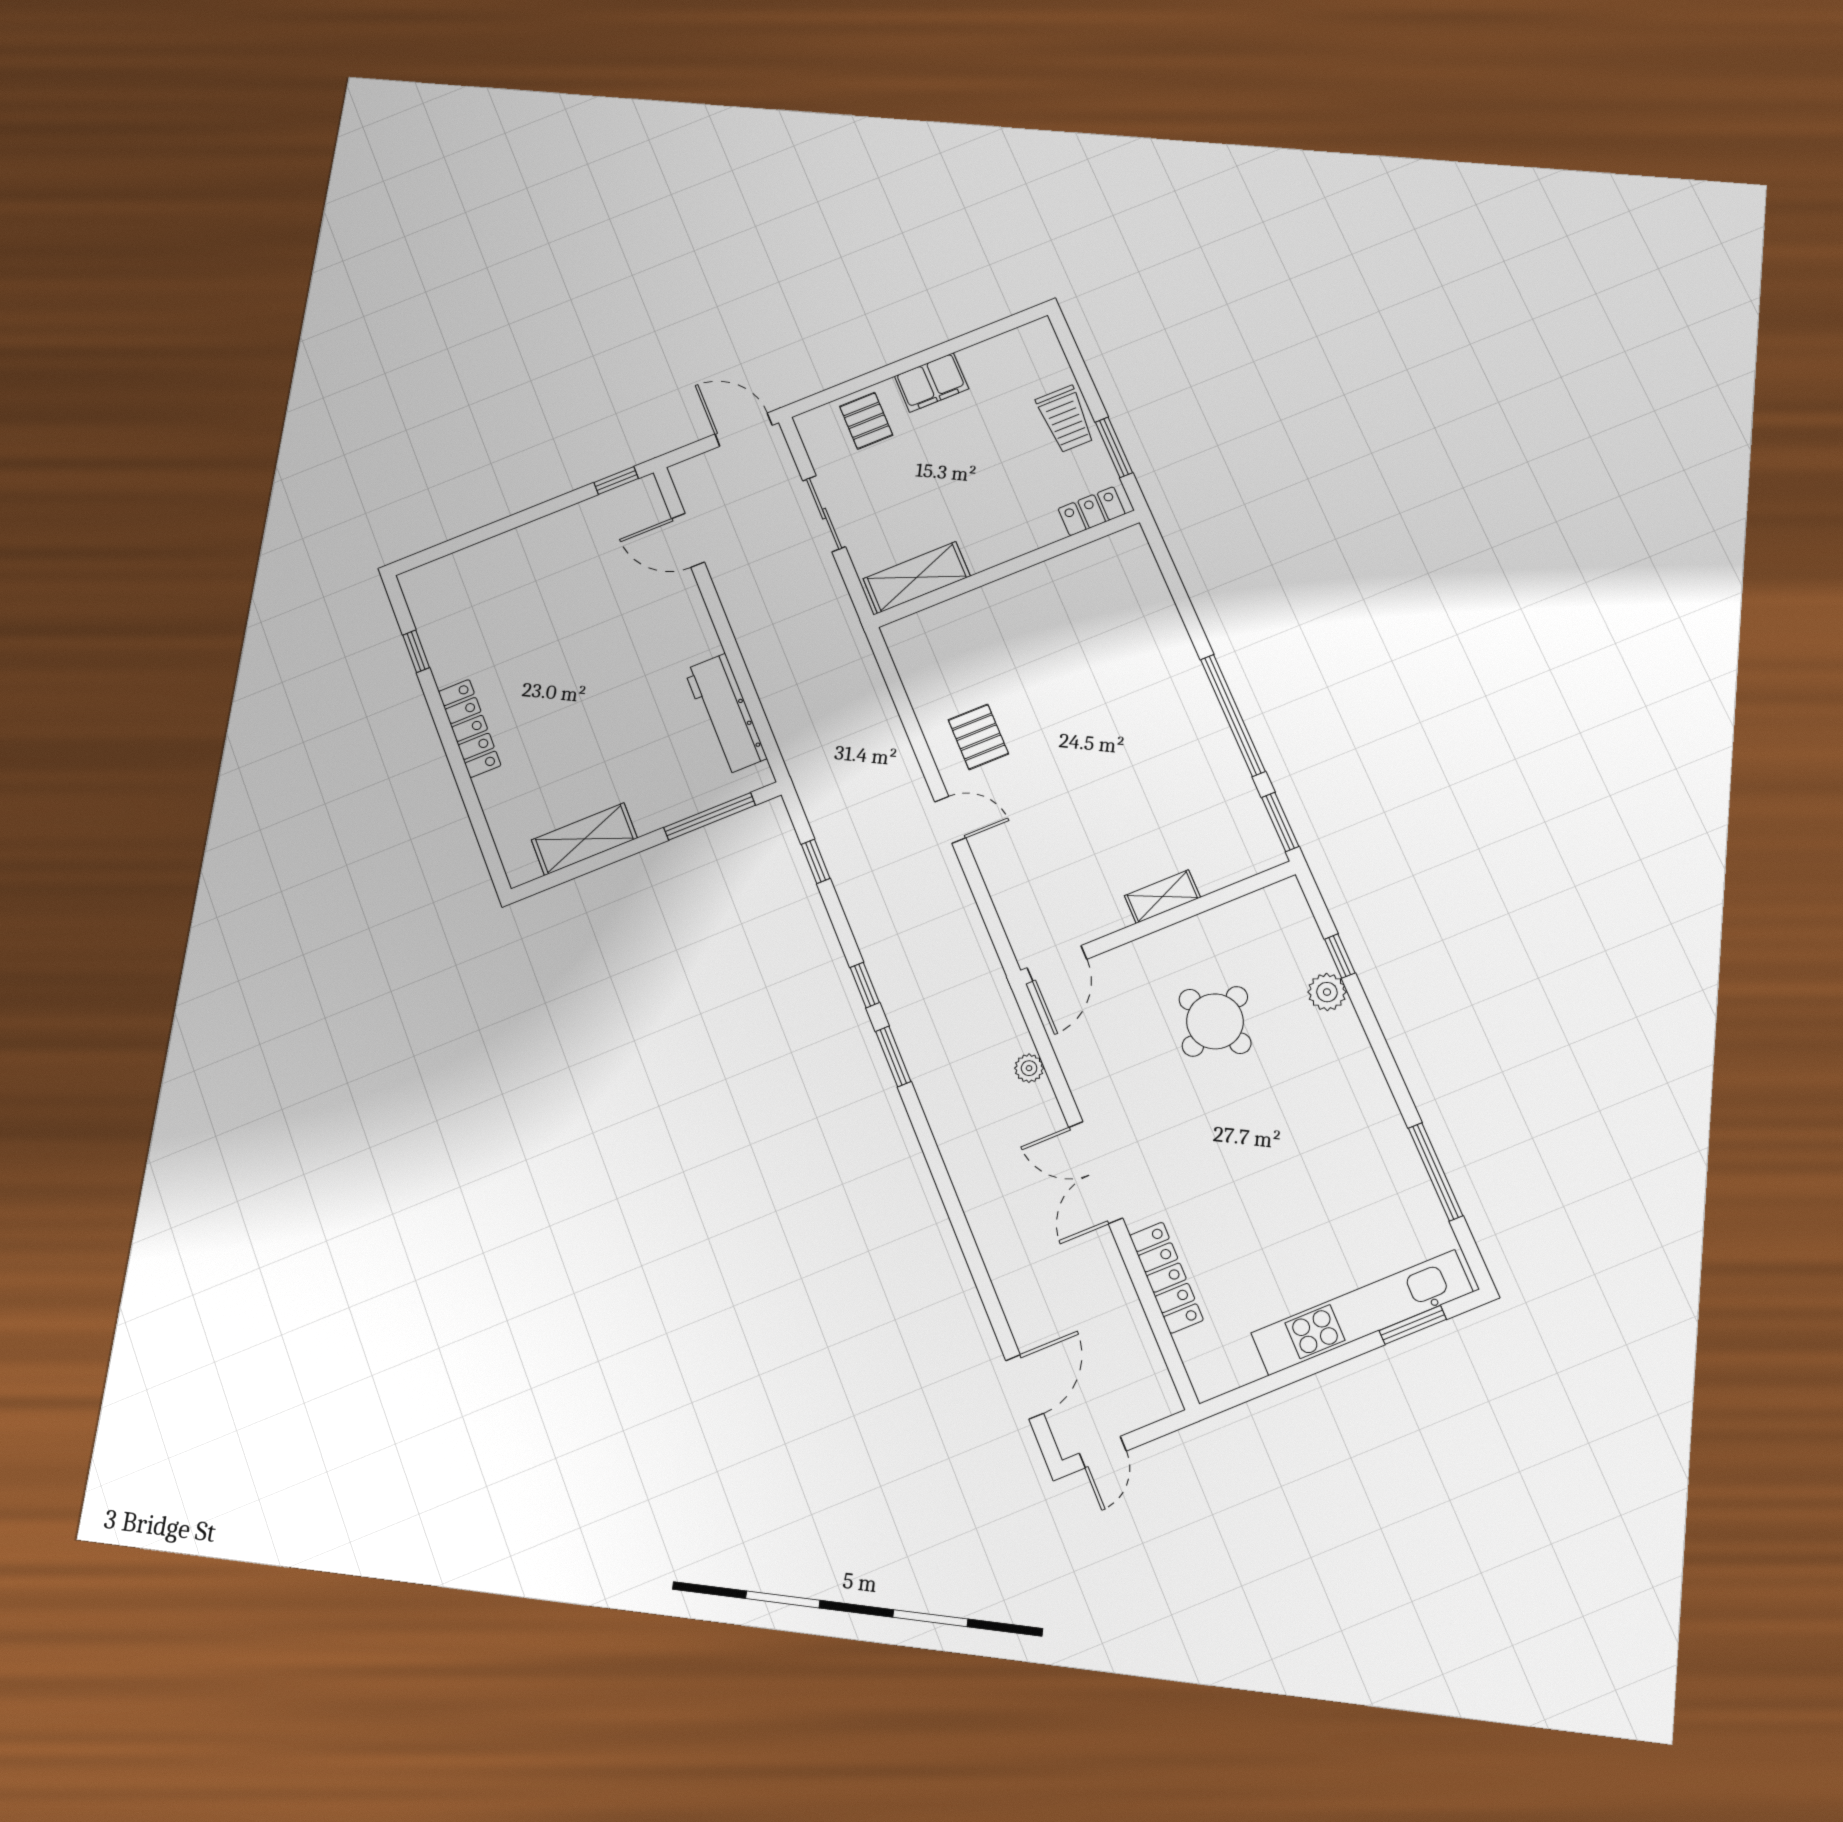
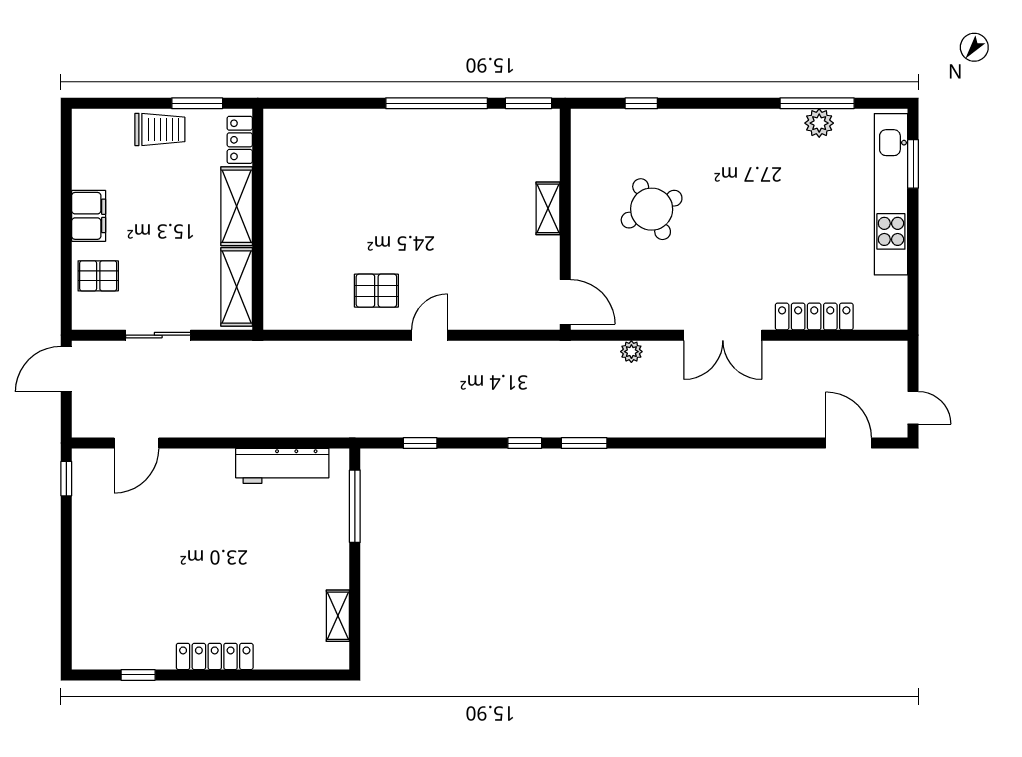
shelving: (1012, 539) -> (237, 206), added
shelving: (584, 839) -> (338, 616), width x0.67, depth x0.75
plant: (1327, 992) -> (819, 123), moved

